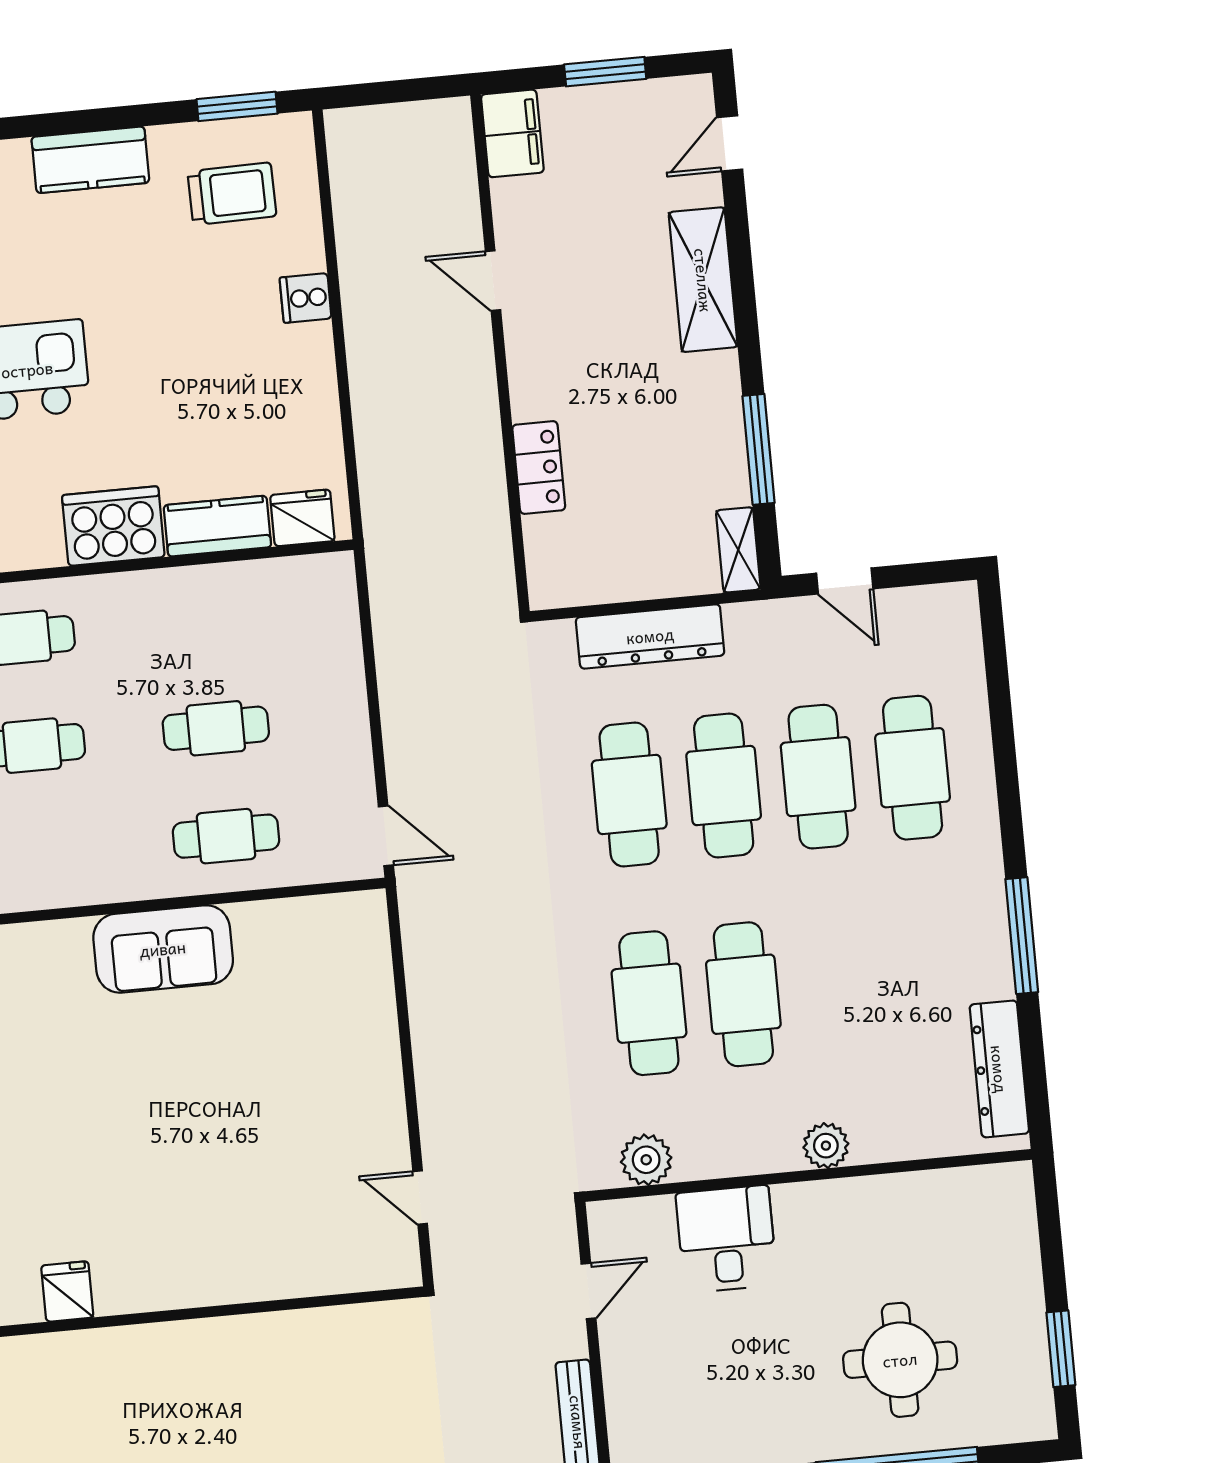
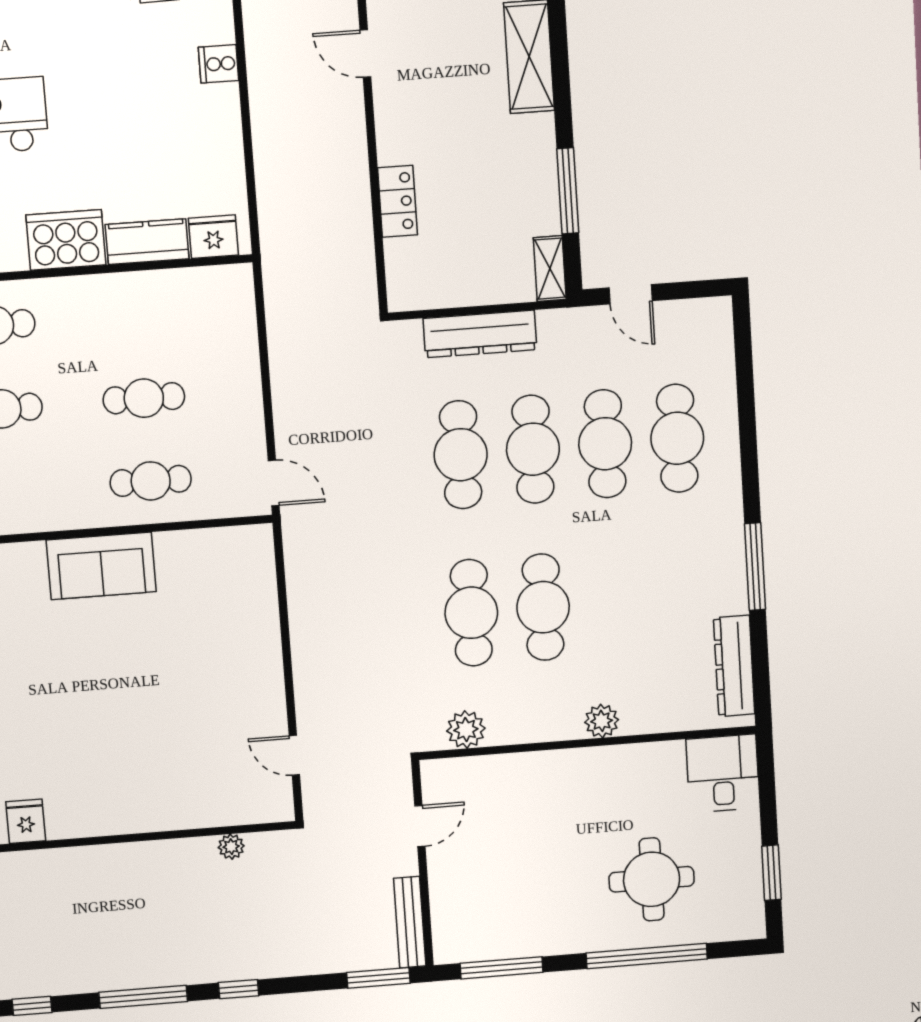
desk: (726, 1239) -> (723, 773), moved
plant: (339, 1322) -> (231, 847), added

